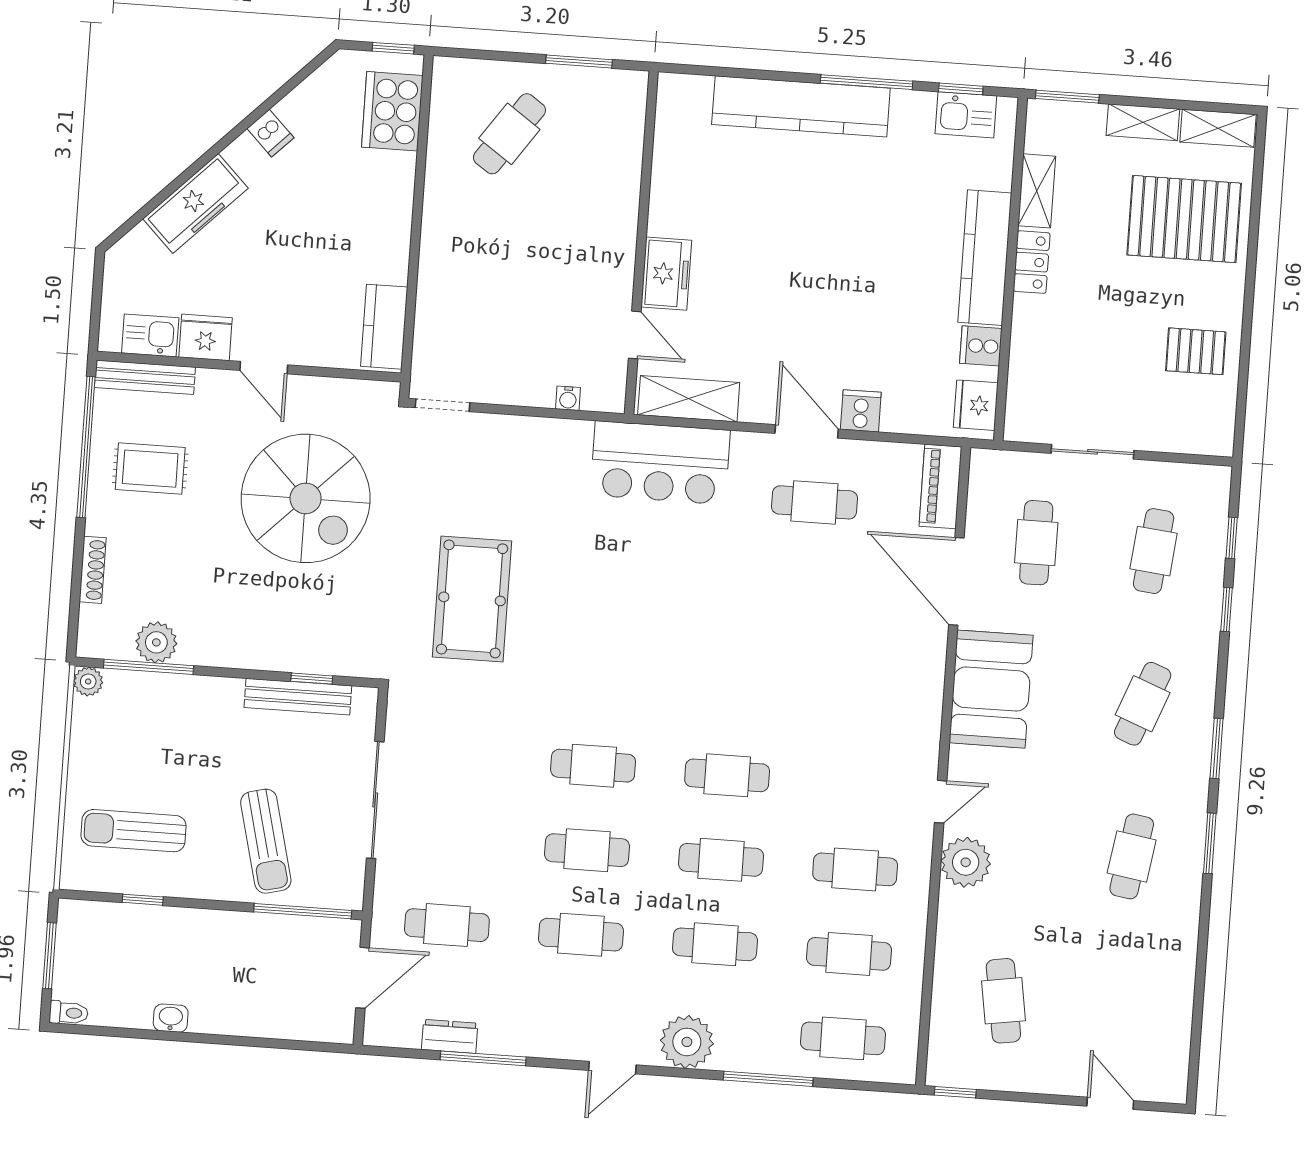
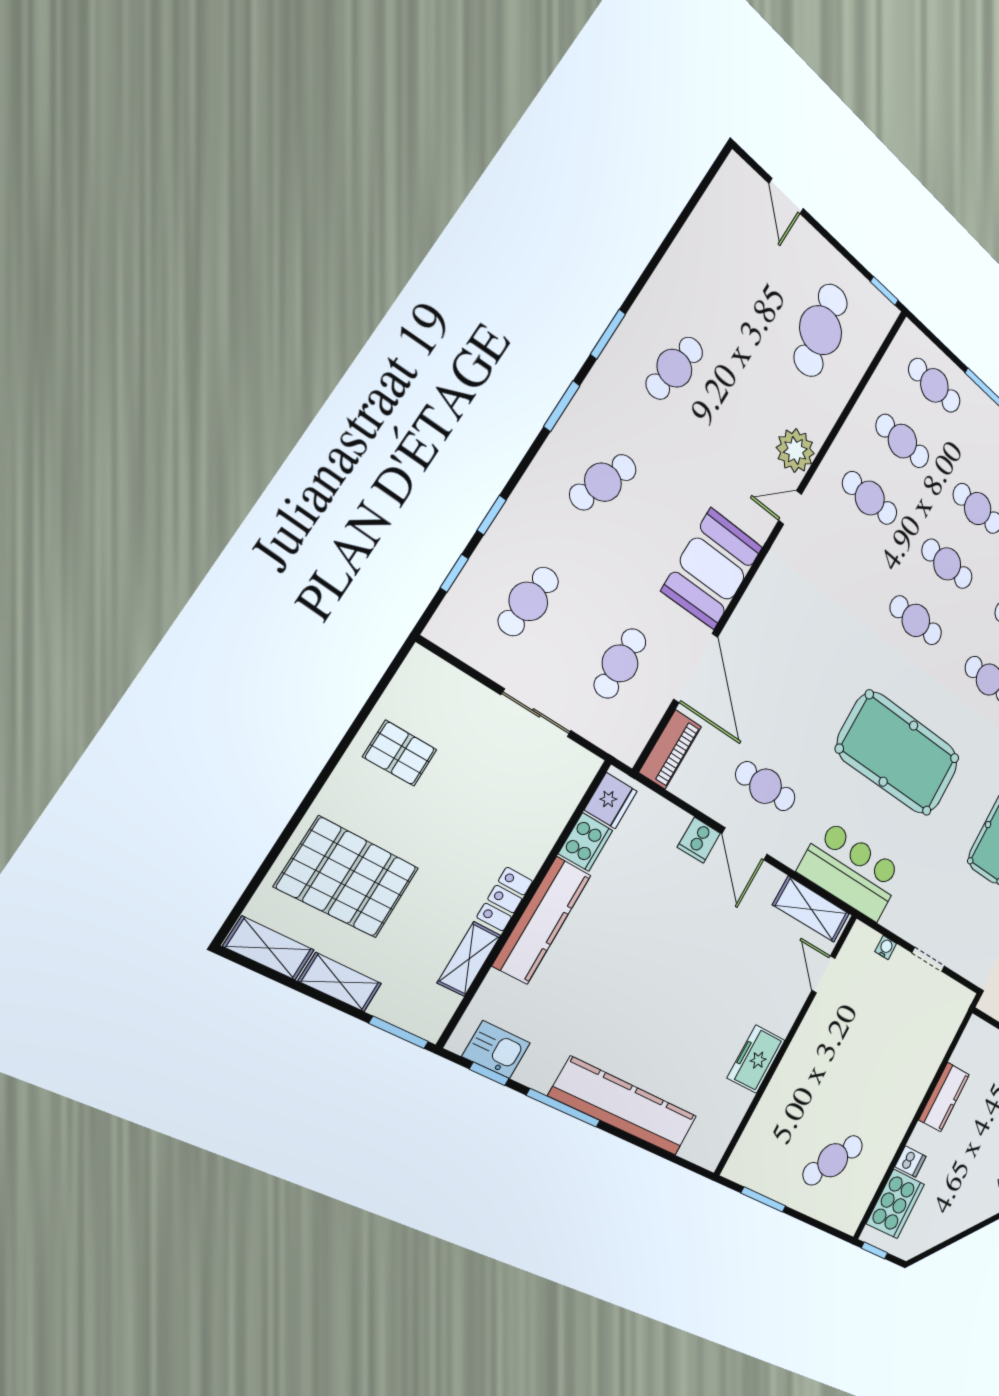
dishwasher: (270, 133) -> (910, 1162), moved, turned 135
freezer: (666, 274) -> (756, 1059), moved
kitchen counter: (384, 327) -> (944, 1097), moved
cooker: (981, 346) -> (586, 842), width x1.36
doorway: (443, 405) -> (928, 959), moved
pool table: (670, 619) -> (899, 753), added
cafe table: (1003, 1001) -> (821, 330), width x1.37, depth x1.35

